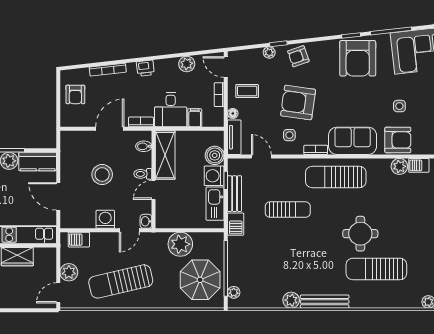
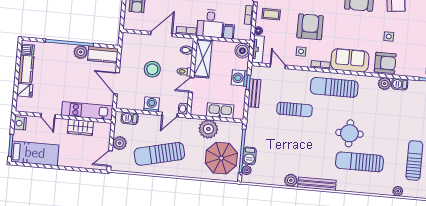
armchair: (298, 103) -> (310, 27), turned 82
boiler: (215, 155) -> (242, 51), moved
kitchen sink: (215, 204) -> (220, 111), moved, turned 90
barbecue: (236, 224) -> (249, 156), moved

